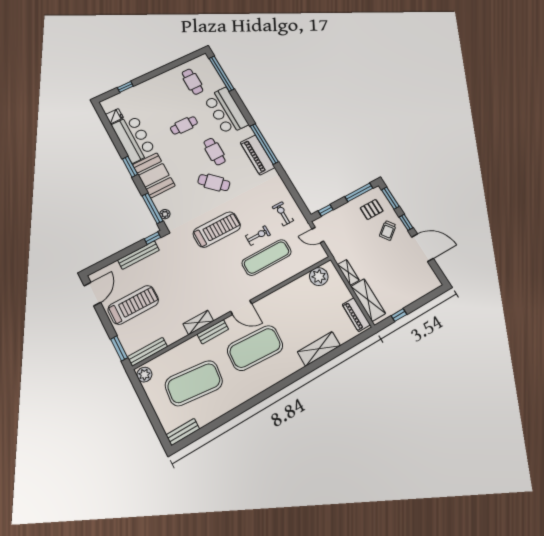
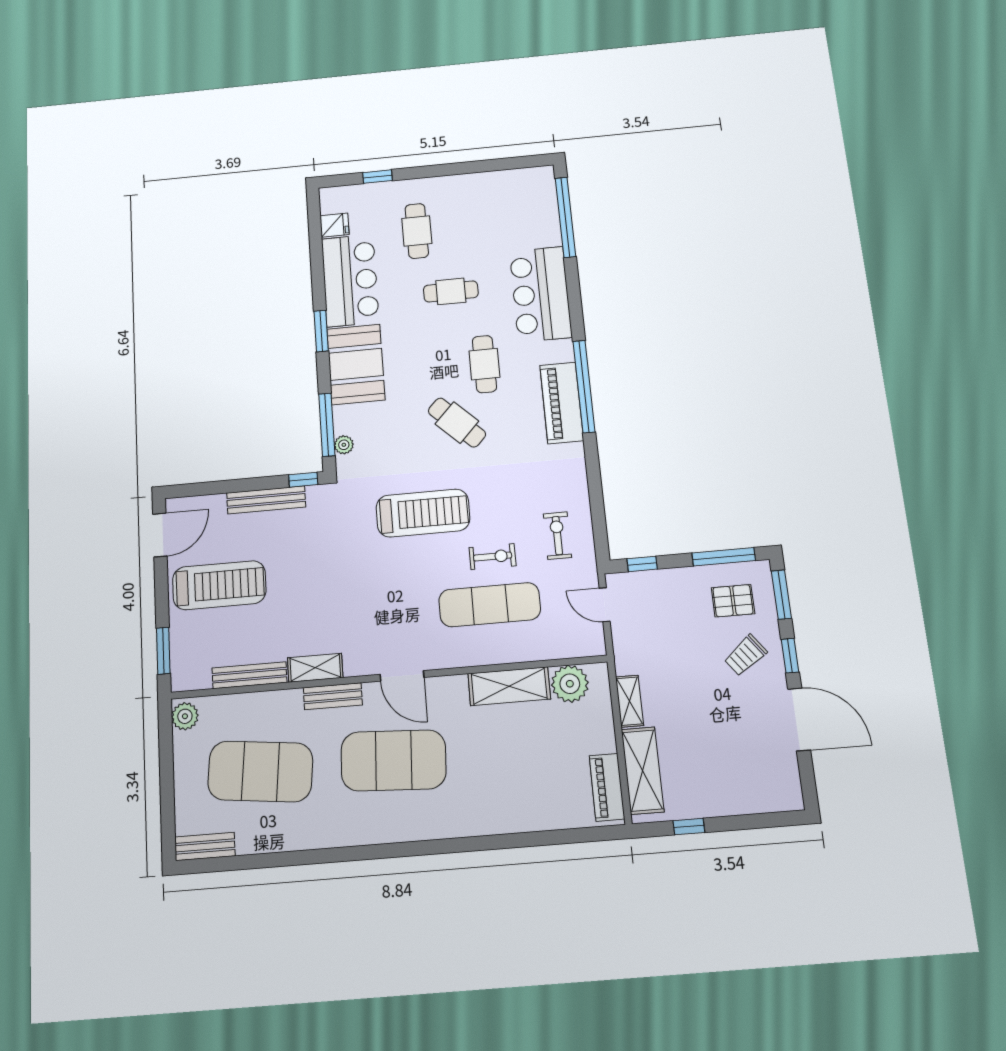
cafe table: (192, 82) -> (417, 231), moved
shelving: (319, 349) -> (509, 686), moved
bench: (147, 352) -> (249, 675), moved

